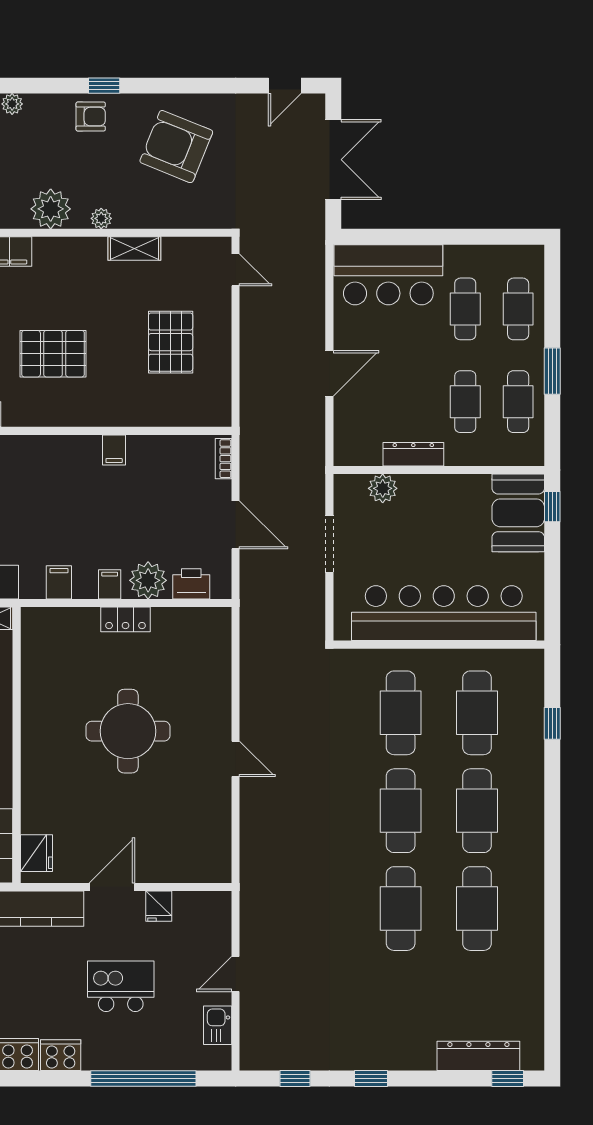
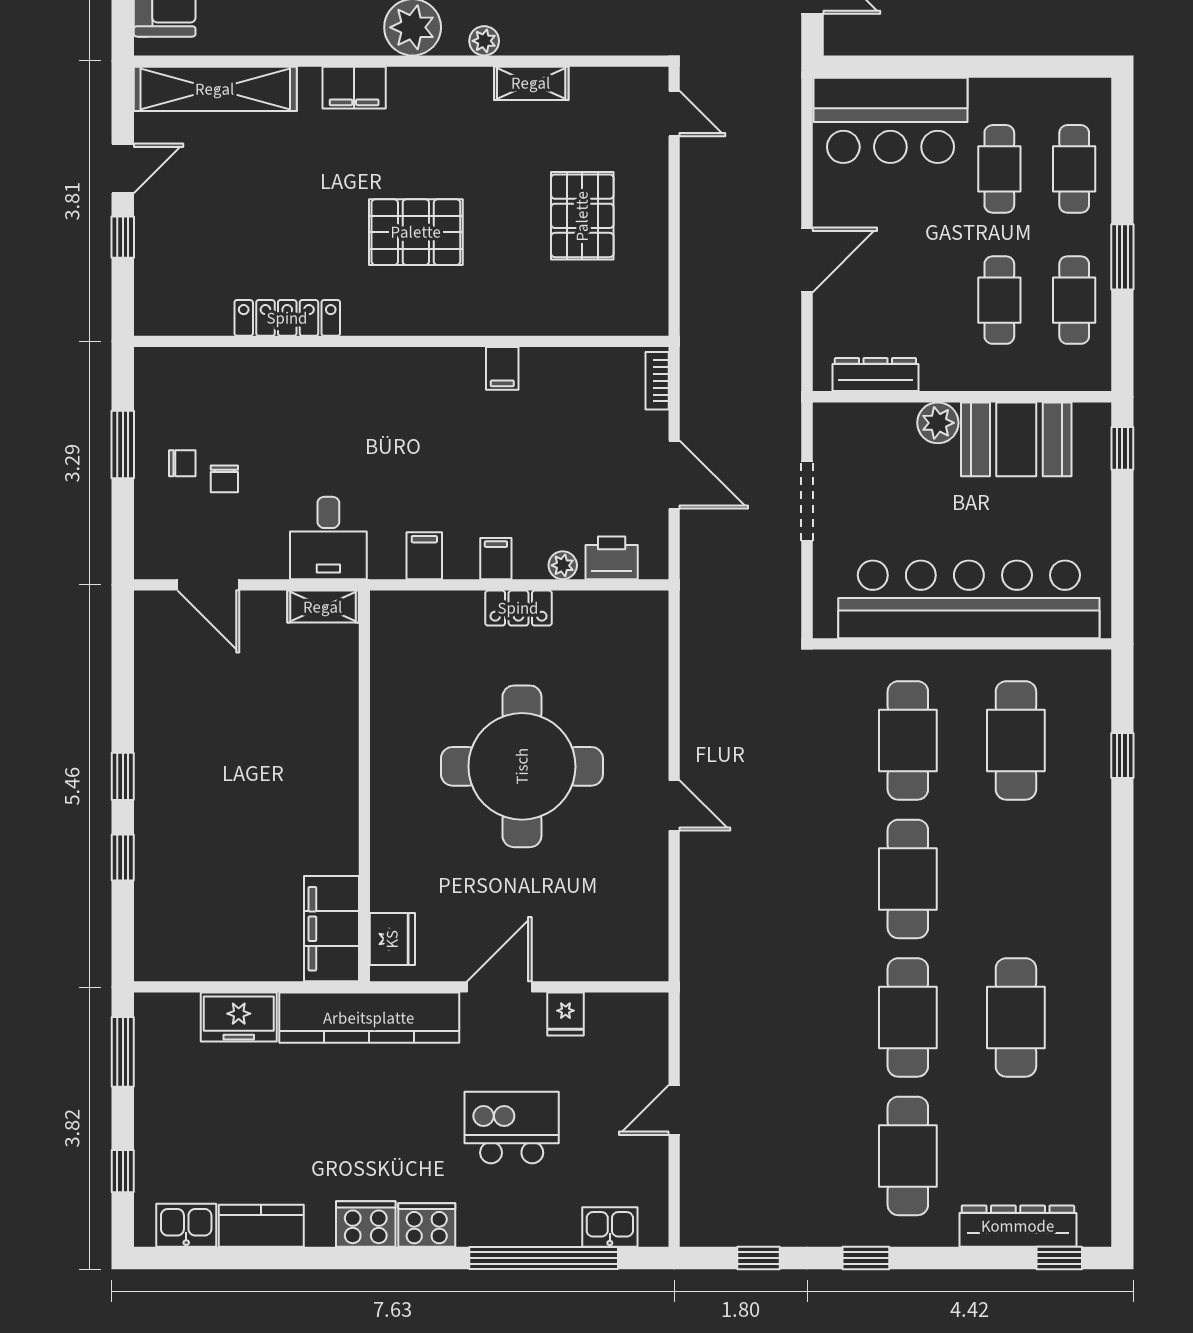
dresser: (413, 454) -> (875, 375), moved
plant: (383, 488) -> (938, 423), moved
booth: (518, 513) -> (1016, 439), moved, turned 90
plant: (148, 580) -> (563, 565), width x0.53, depth x0.53
round table: (128, 731) -> (522, 766), width x1.36, depth x1.36
cafe table: (477, 811) -> (908, 1156), moved
kitchen sink: (218, 1025) -> (610, 1227), moved, turned 90

